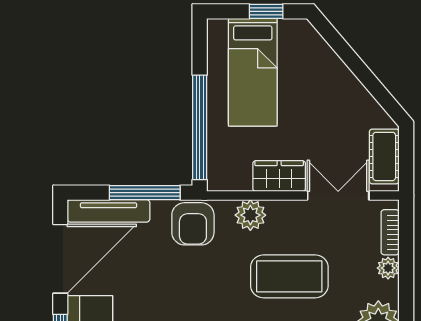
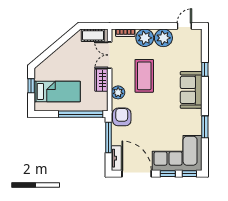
tv unit: (109, 211) -> (116, 158), width x0.71
armchair: (193, 224) -> (122, 117), turned -90
plant: (388, 268) -> (145, 38), width x1.88, depth x1.88

